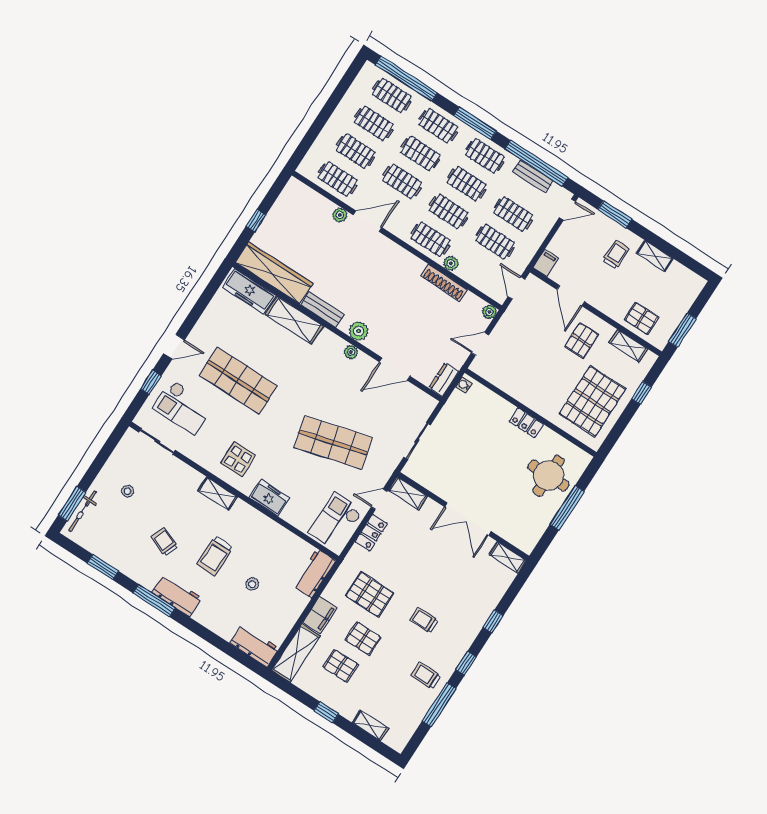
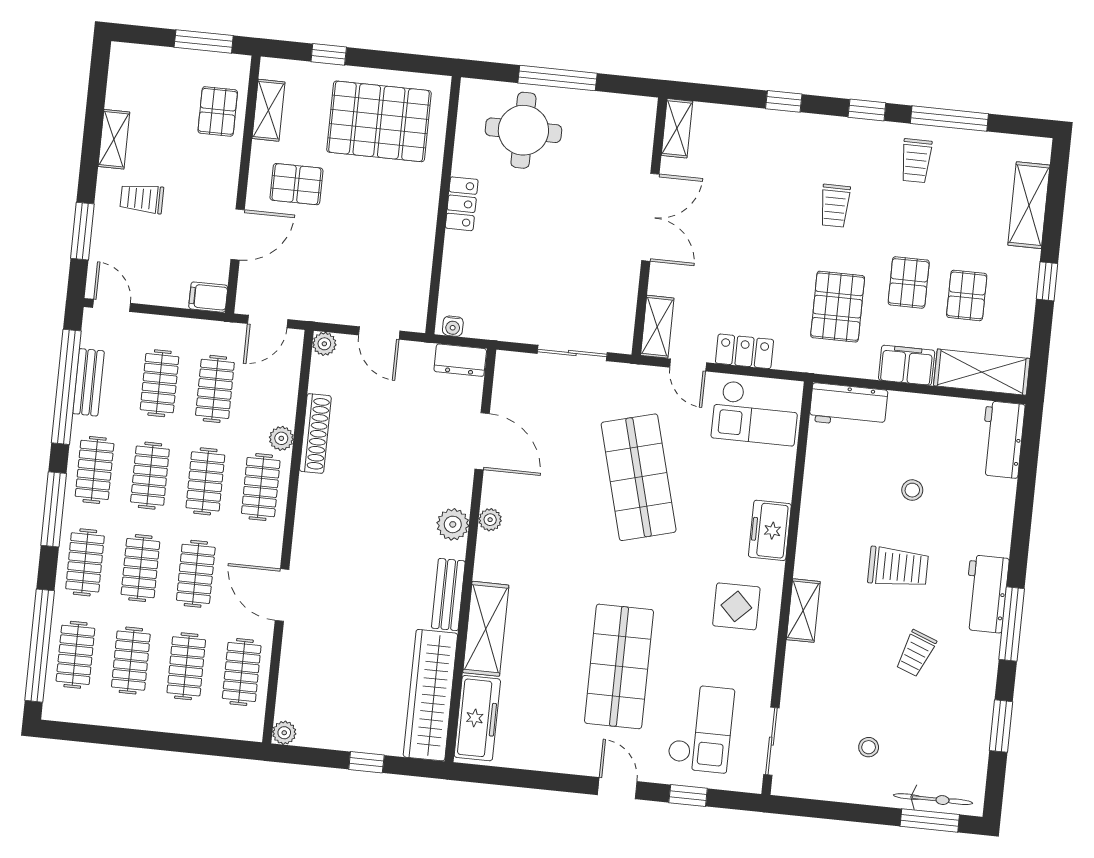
plant: (340, 215) -> (284, 733), moved
shelving: (370, 725) -> (1029, 205), width x1.50, depth x1.33

